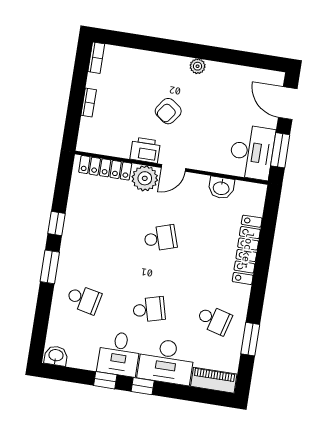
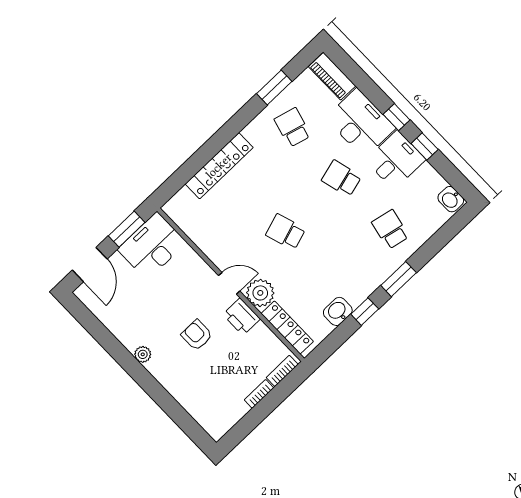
bookcase: (96, 58) -> (282, 371), moved
armchair: (168, 111) -> (197, 335), turned -126
washbasin: (221, 188) -> (338, 311), moved, turned -90

